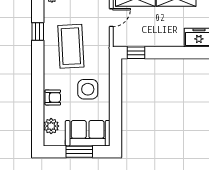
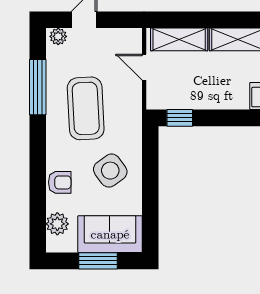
door: (111, 18) -> (144, 67), swing flipped
window: (38, 32) -> (38, 87), width x2.17
side table: (88, 89) -> (110, 171), turned -36

